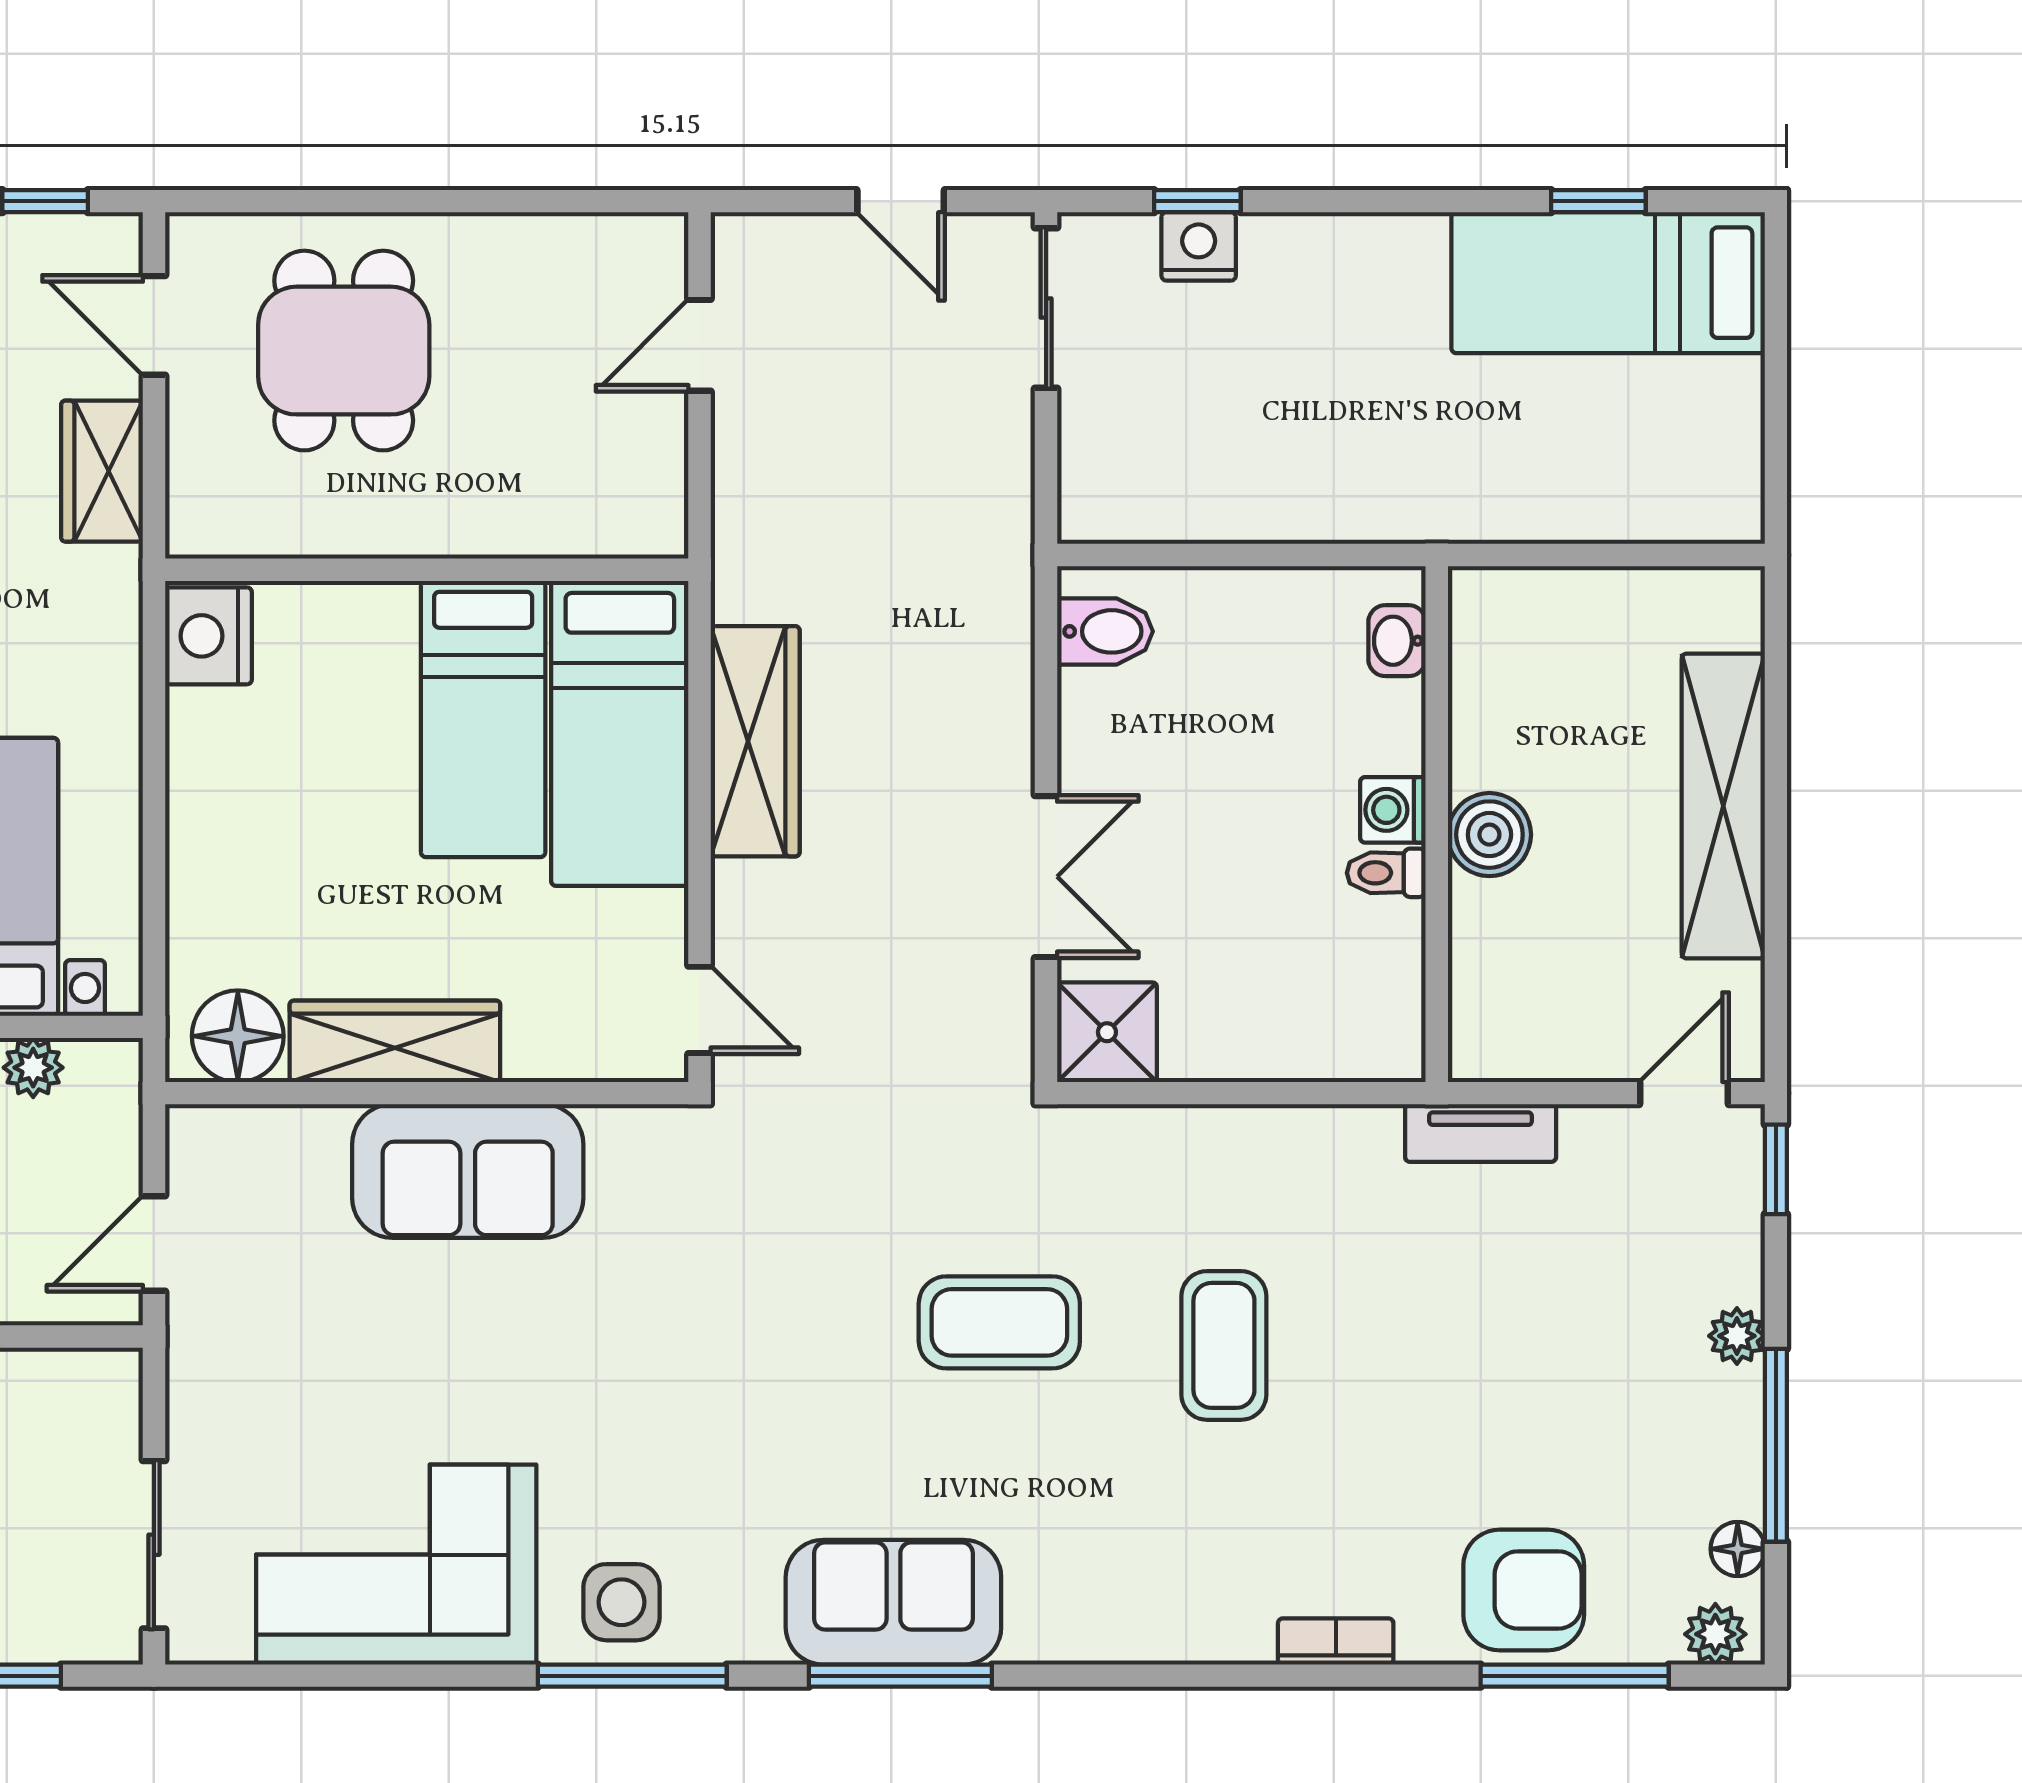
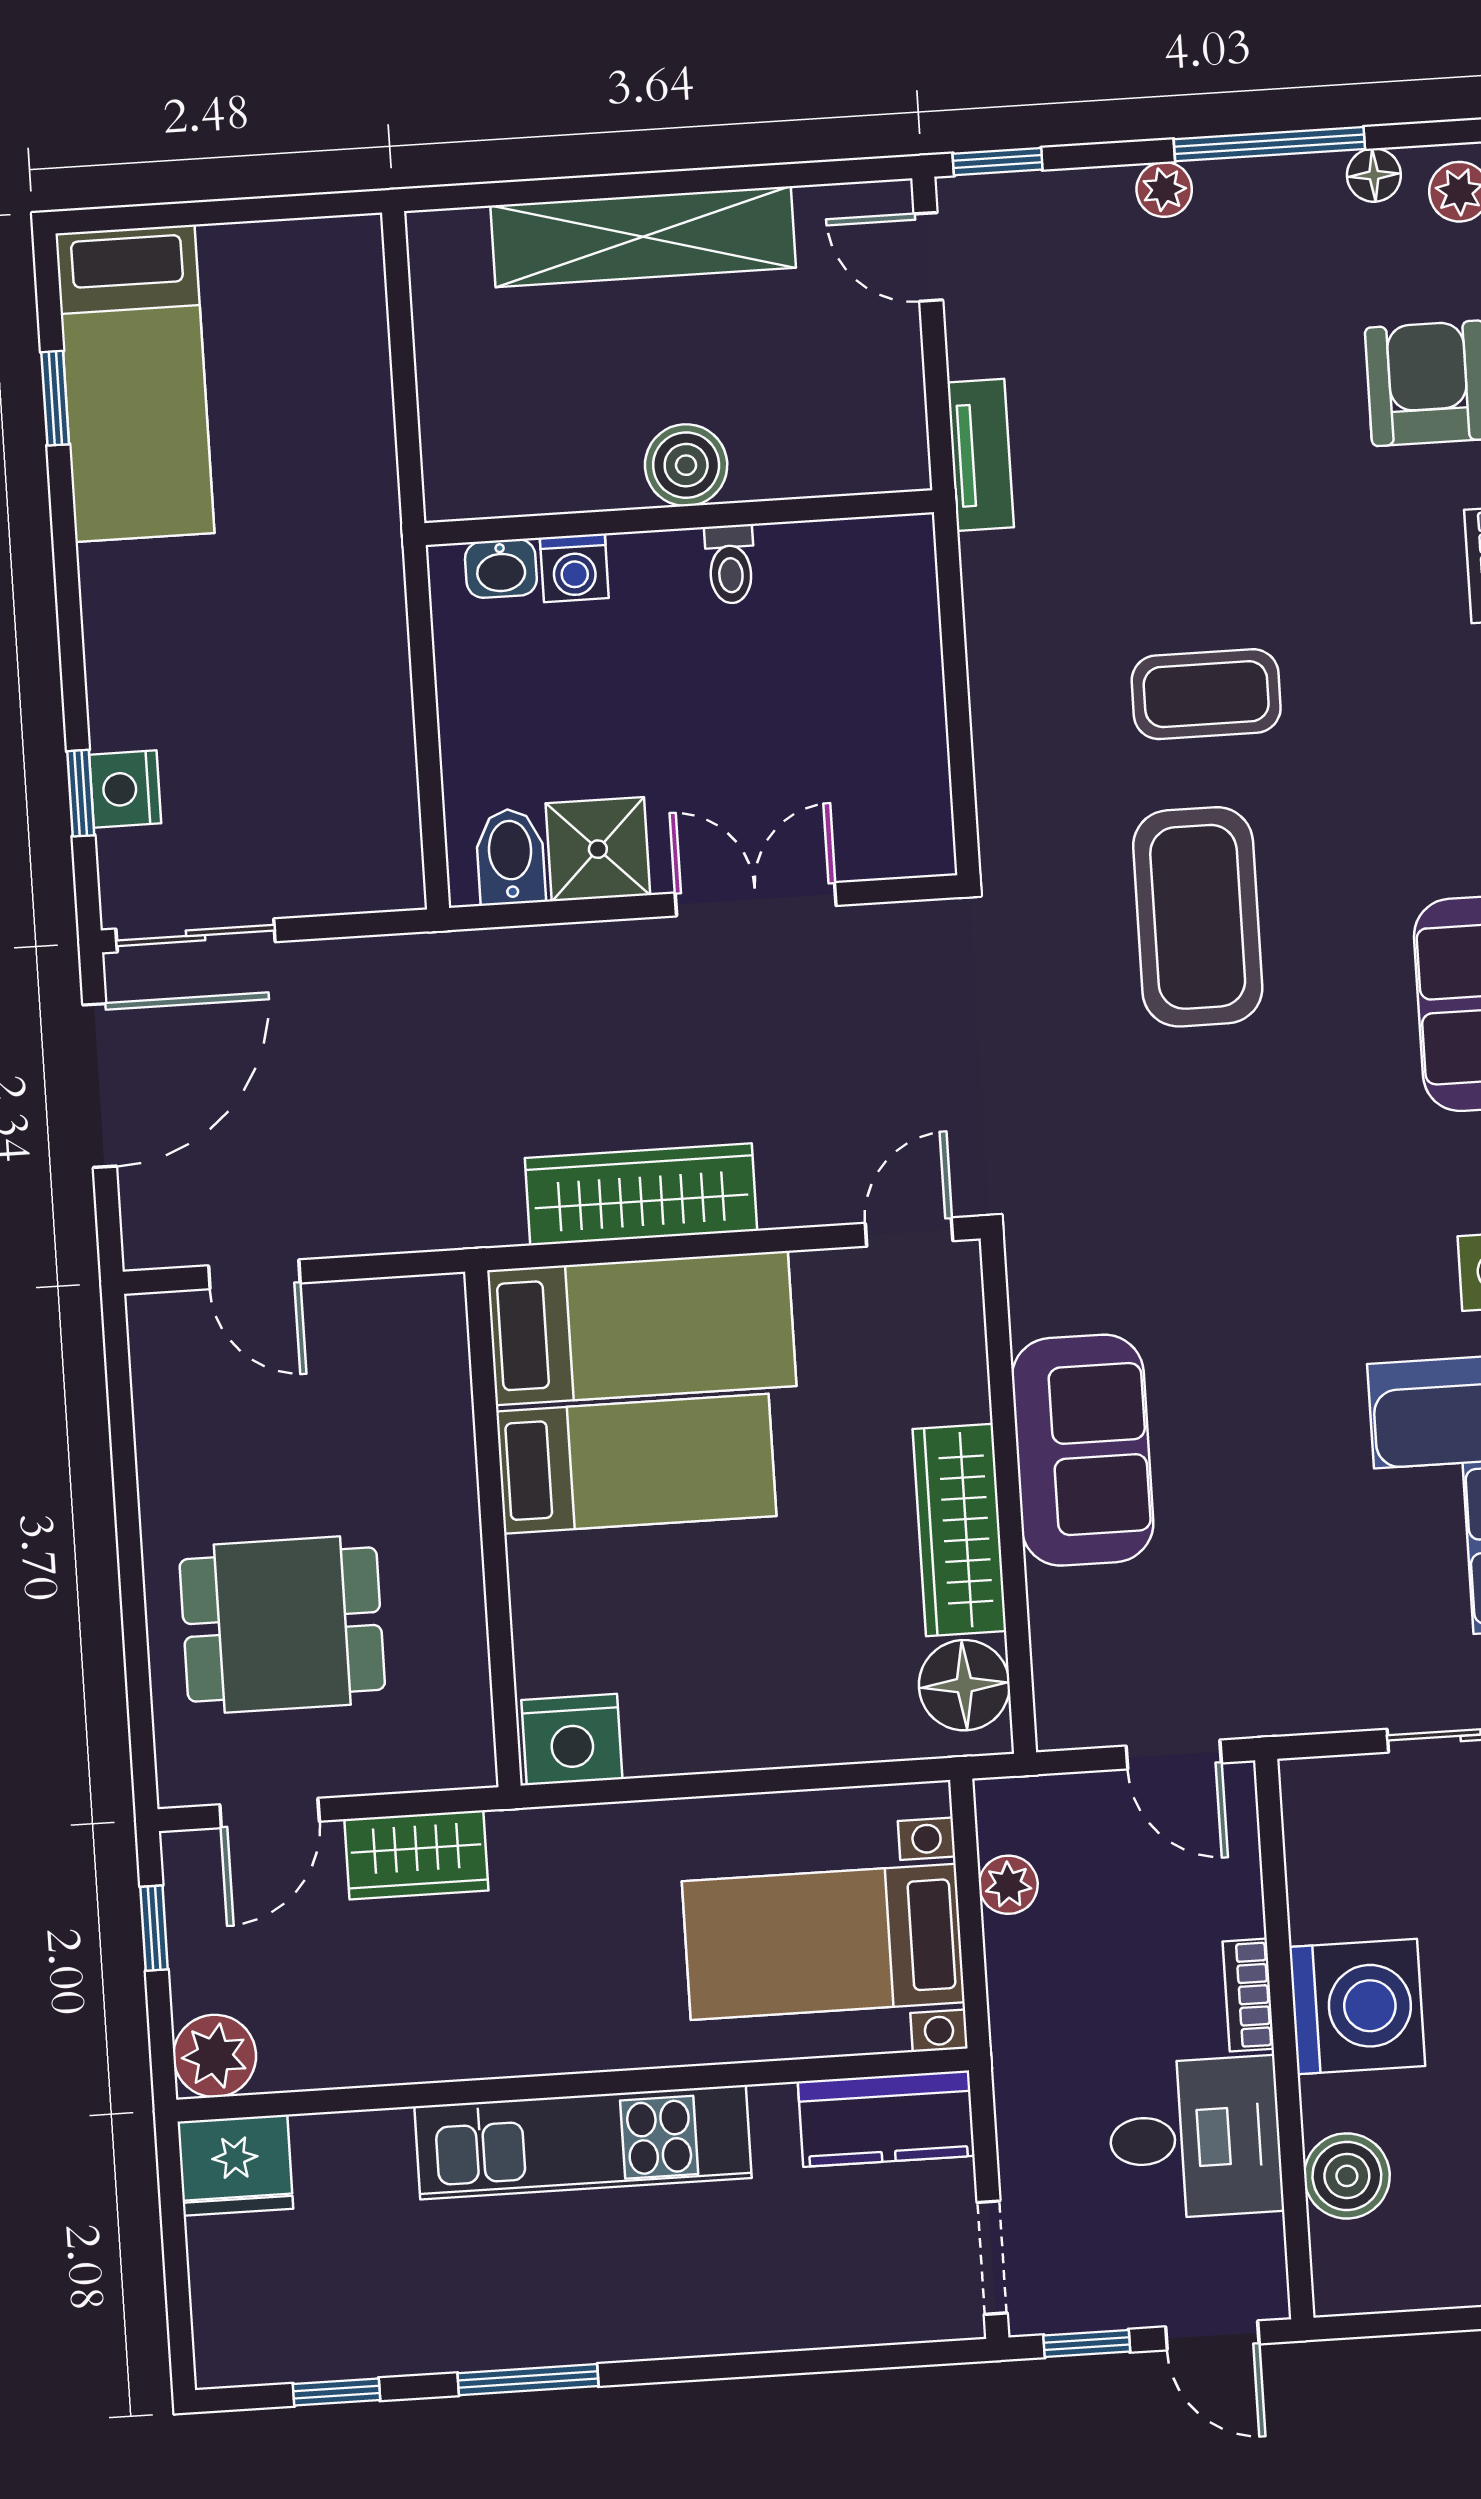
door: (901, 201) -> (100, 1086), width x1.88
washing machine: (1393, 810) -> (574, 568), moved
shower: (1107, 1032) -> (598, 849), moved
coffee table: (999, 1322) -> (1198, 917), width x1.36, depth x1.32

